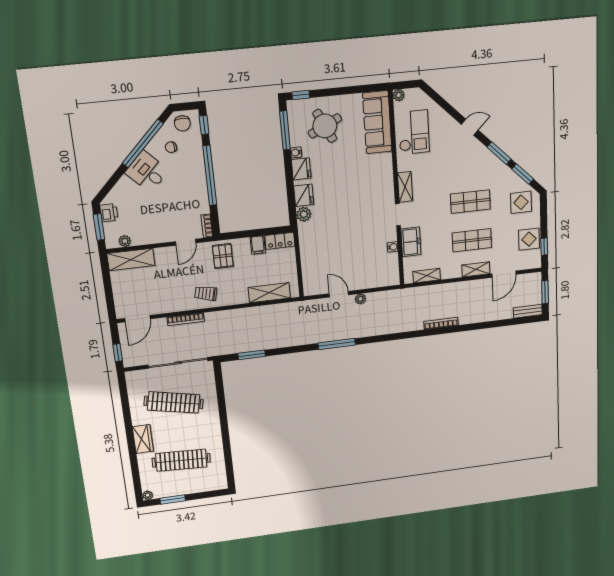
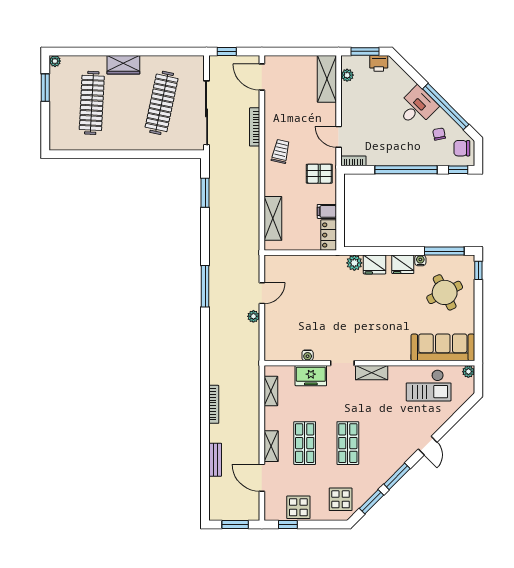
bench: (528, 311) -> (215, 460), moved

